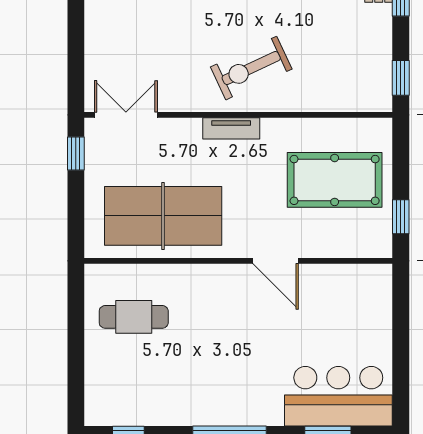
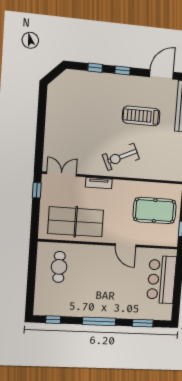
tv unit: (231, 128) -> (99, 183), moved
cafe table: (134, 317) -> (59, 267), turned 90
bar counter: (338, 396) -> (162, 280), moved, turned -90

